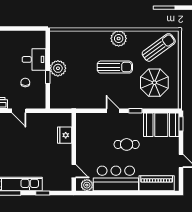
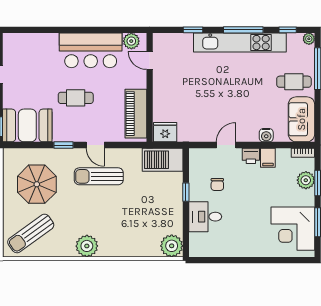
sun lounger: (115, 67) -> (99, 176), moved
plant: (58, 68) -> (172, 246), moved
barbecue: (64, 100) -> (163, 160), added
door: (19, 111) -> (226, 145), hinge flipped
fridge: (65, 135) -> (165, 132), moved, turned -90
piano: (157, 183) -> (136, 114), moved, turned 90

